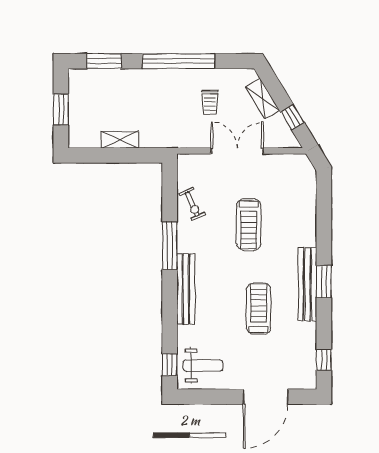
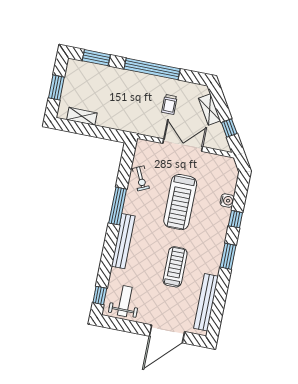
shelving: (120, 140) -> (82, 116), moved
water cooler: (308, 211) -> (227, 201), added
treadmill: (249, 224) -> (180, 202), width x1.37, depth x1.38
bench: (307, 284) -> (206, 302), moved
window: (324, 360) -> (235, 219), moved
weight bench: (203, 366) -> (125, 301), turned -90

